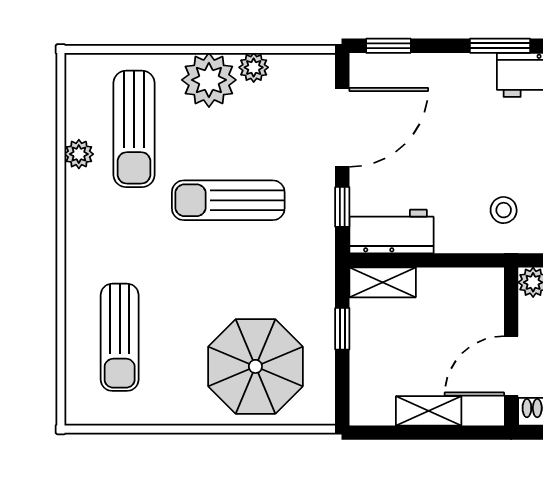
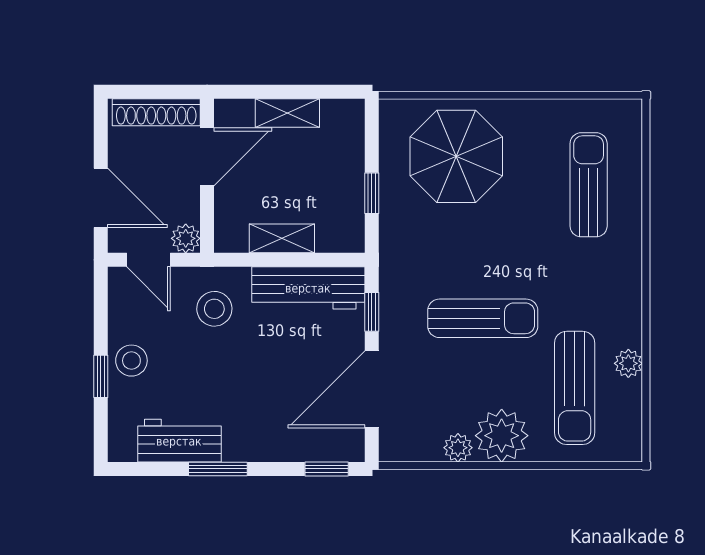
sun lounger: (134, 129) -> (575, 388), turned 180
stool: (504, 210) -> (214, 309), width x1.37, depth x1.37
workbench: (391, 231) -> (308, 288), width x1.38
shelving: (383, 282) -> (282, 238), moved

